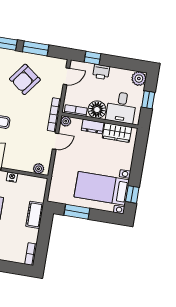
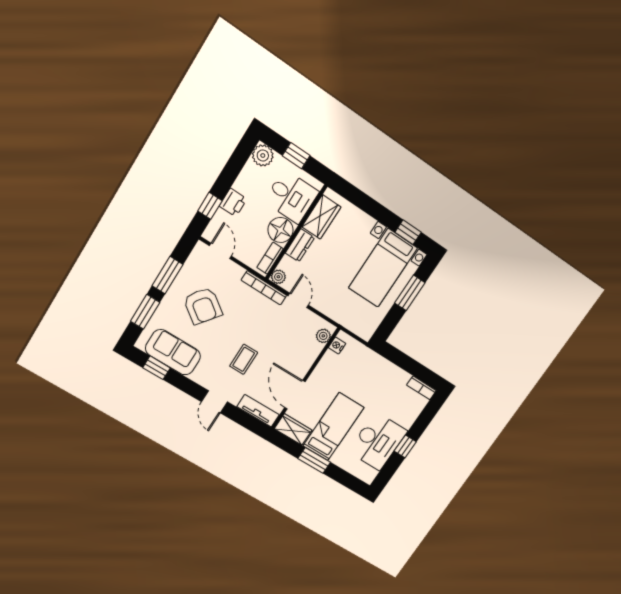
nightstand: (12, 177) -> (337, 345), moved
window: (77, 212) -> (410, 293), moved
cot: (35, 215) -> (377, 364), removed

